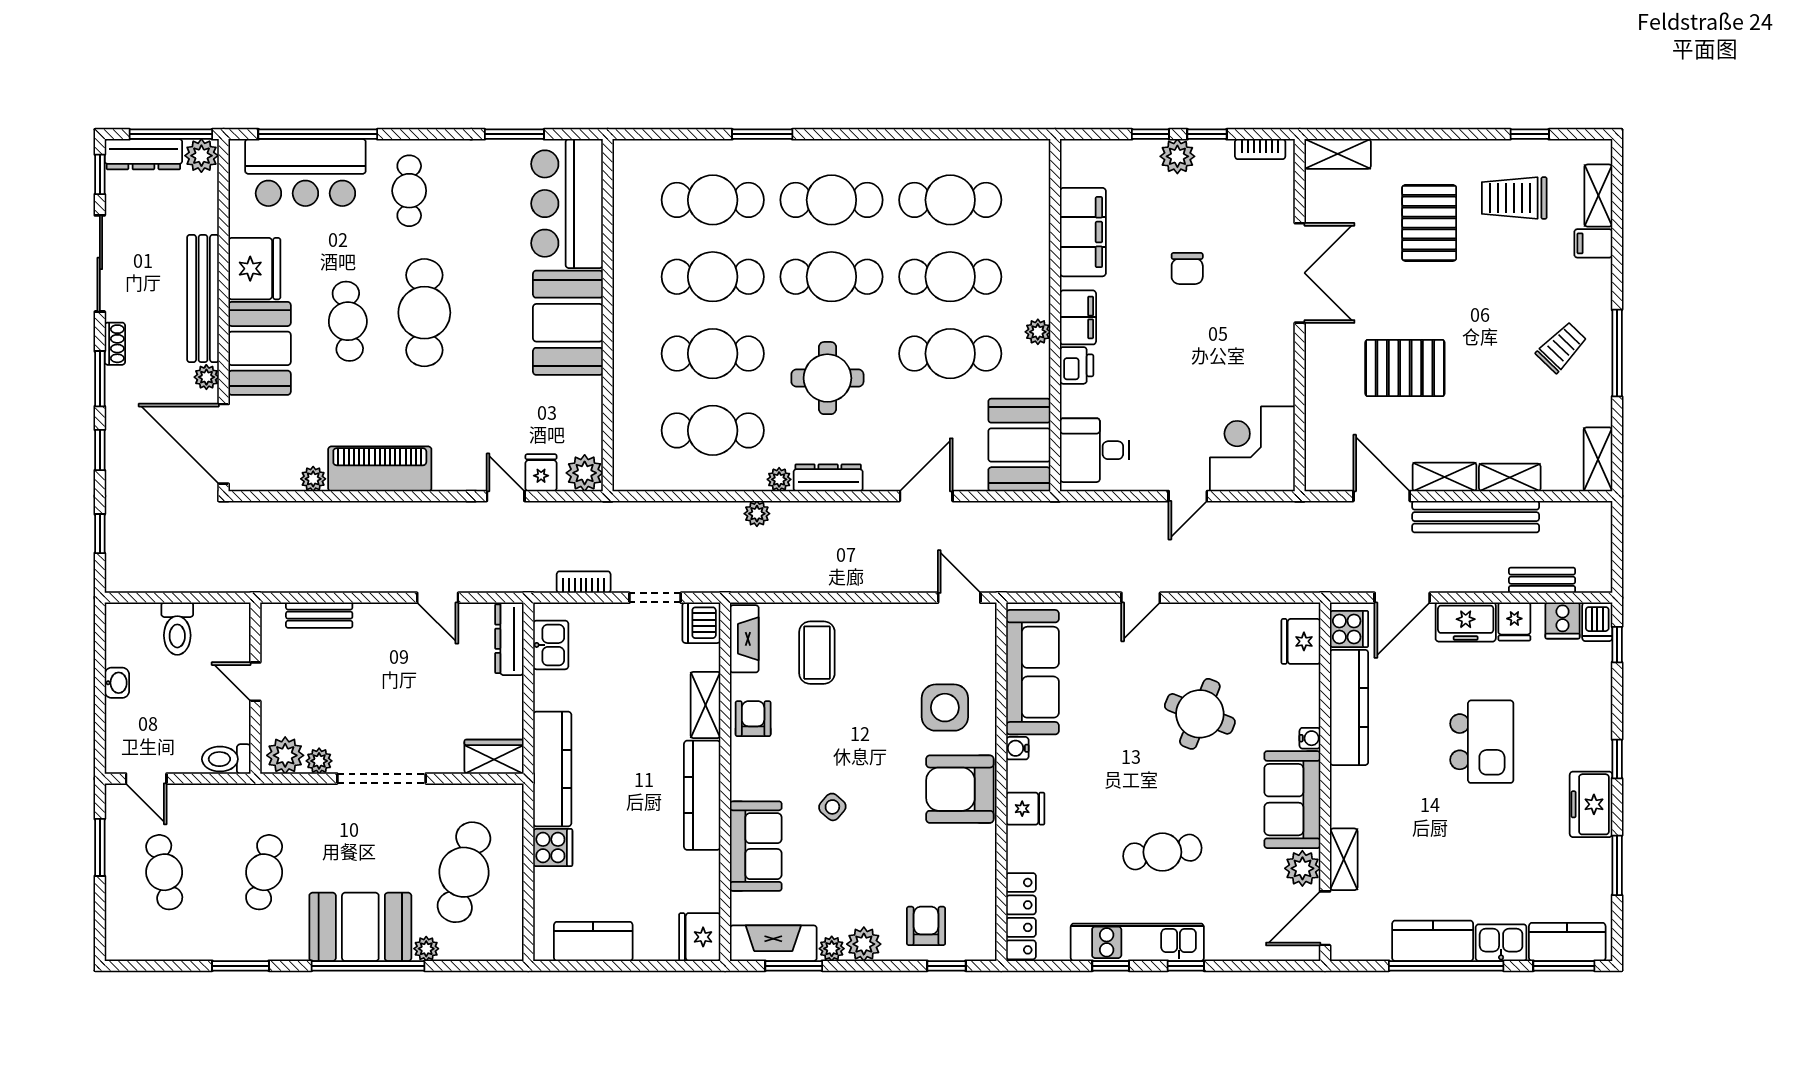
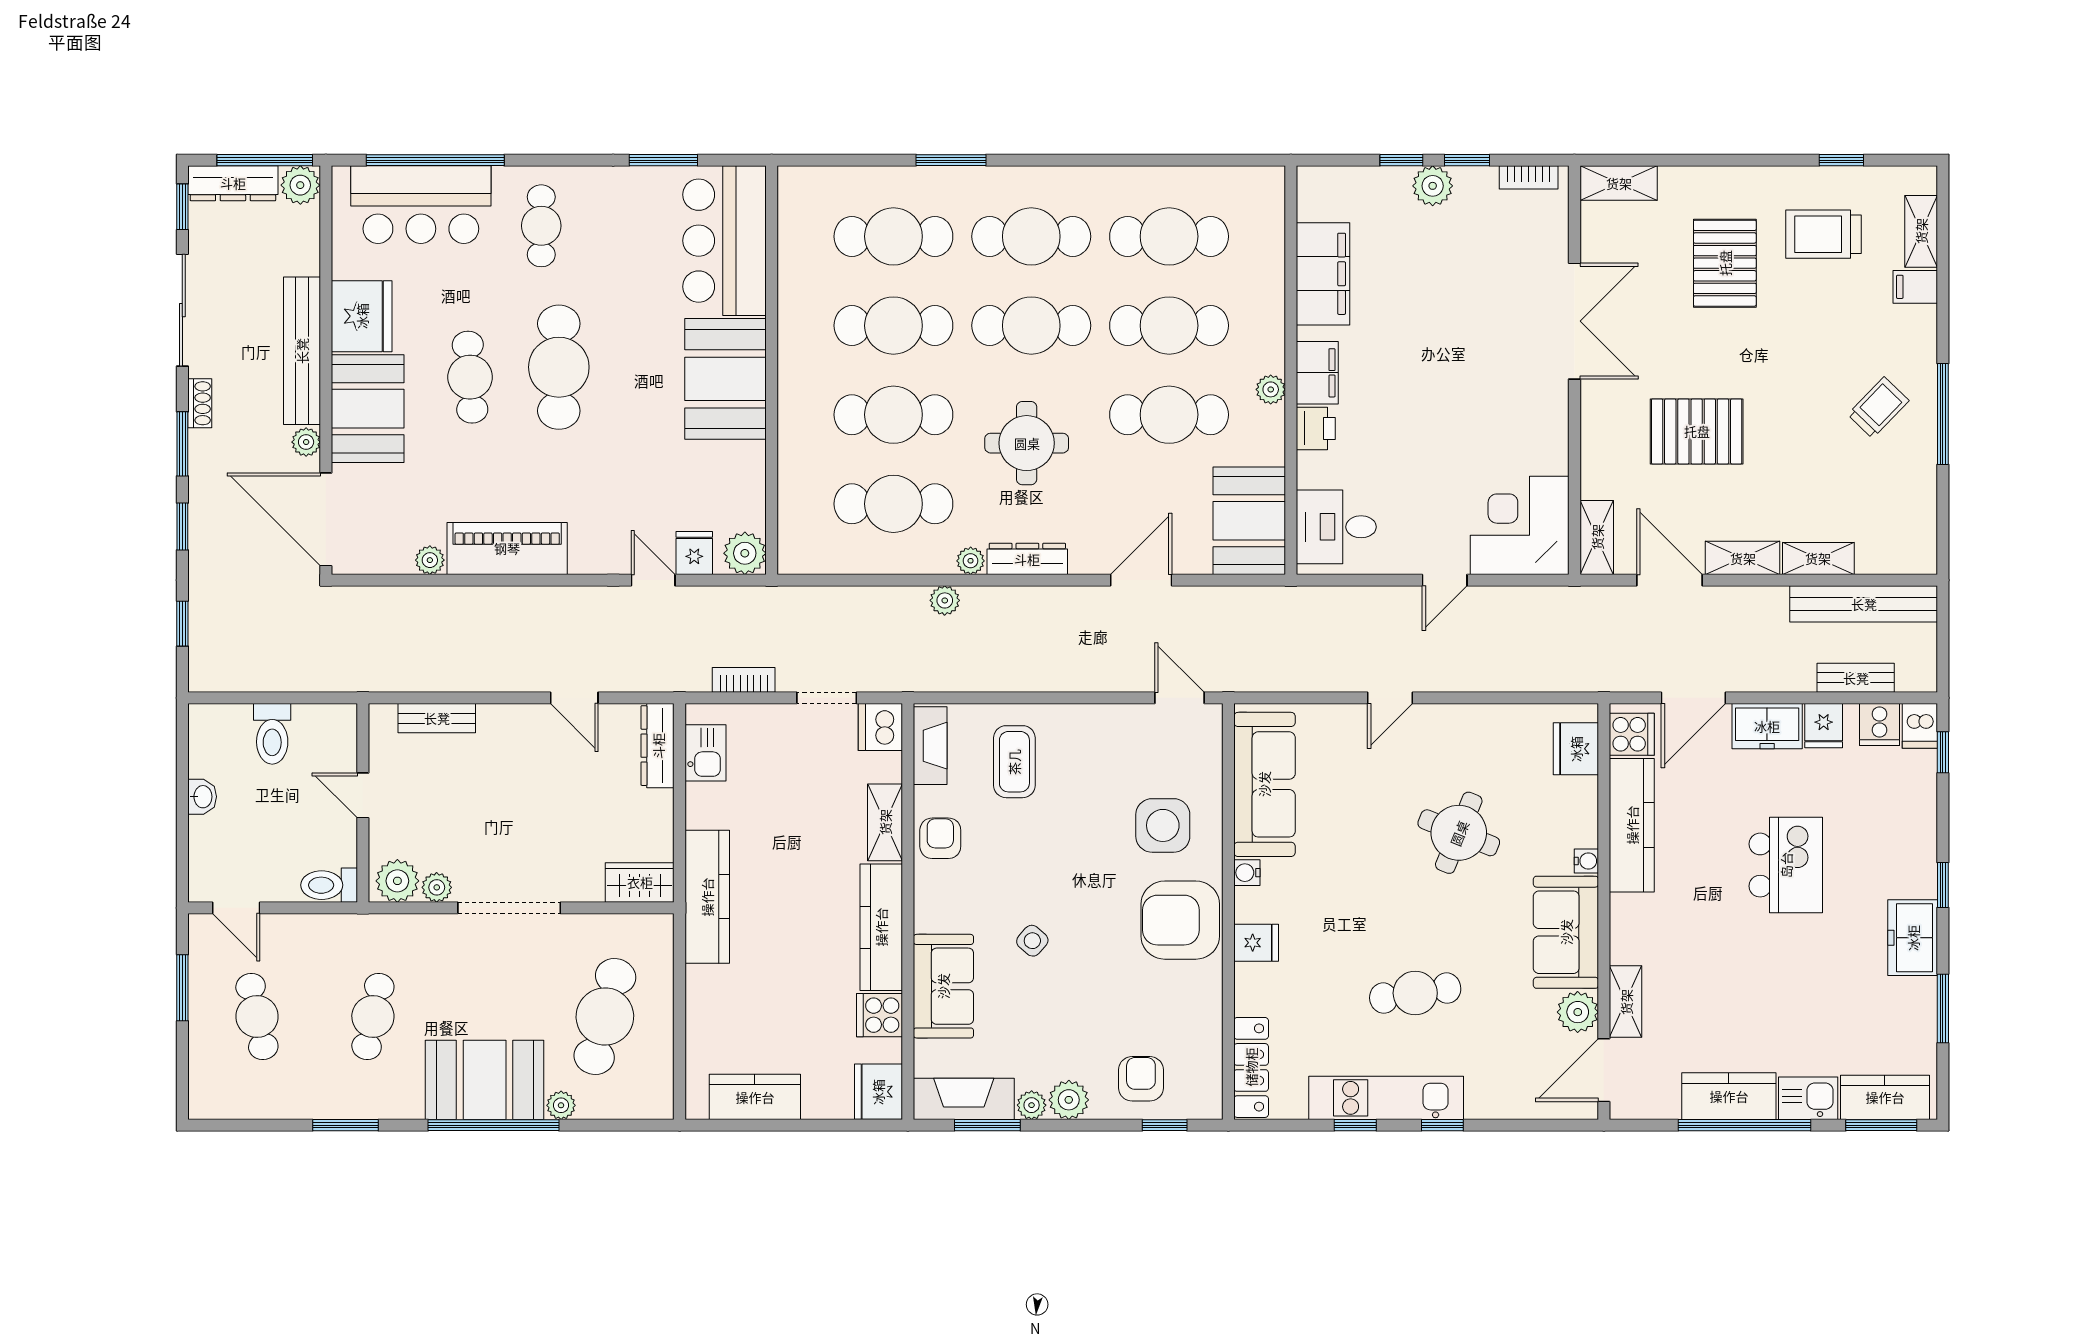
chair: (1187, 268) -> (1444, 316), removed
shelving: (1598, 459) -> (1597, 537), moved
bench: (1476, 517) -> (1864, 604), moved
cooker: (553, 848) -> (880, 1015), moved, turned 180

